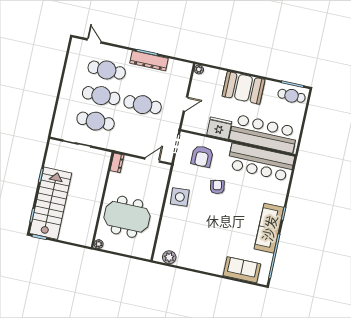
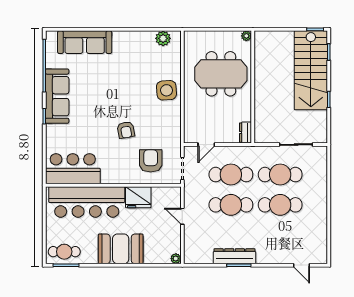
cafe table: (107, 70) -> (231, 175), moved
door: (186, 104) -> (182, 216), hinge flipped
bar counter: (261, 162) -> (73, 169), width x0.73
side table: (180, 197) -> (166, 90), moved
sofa: (242, 270) -> (85, 42), width x1.36

